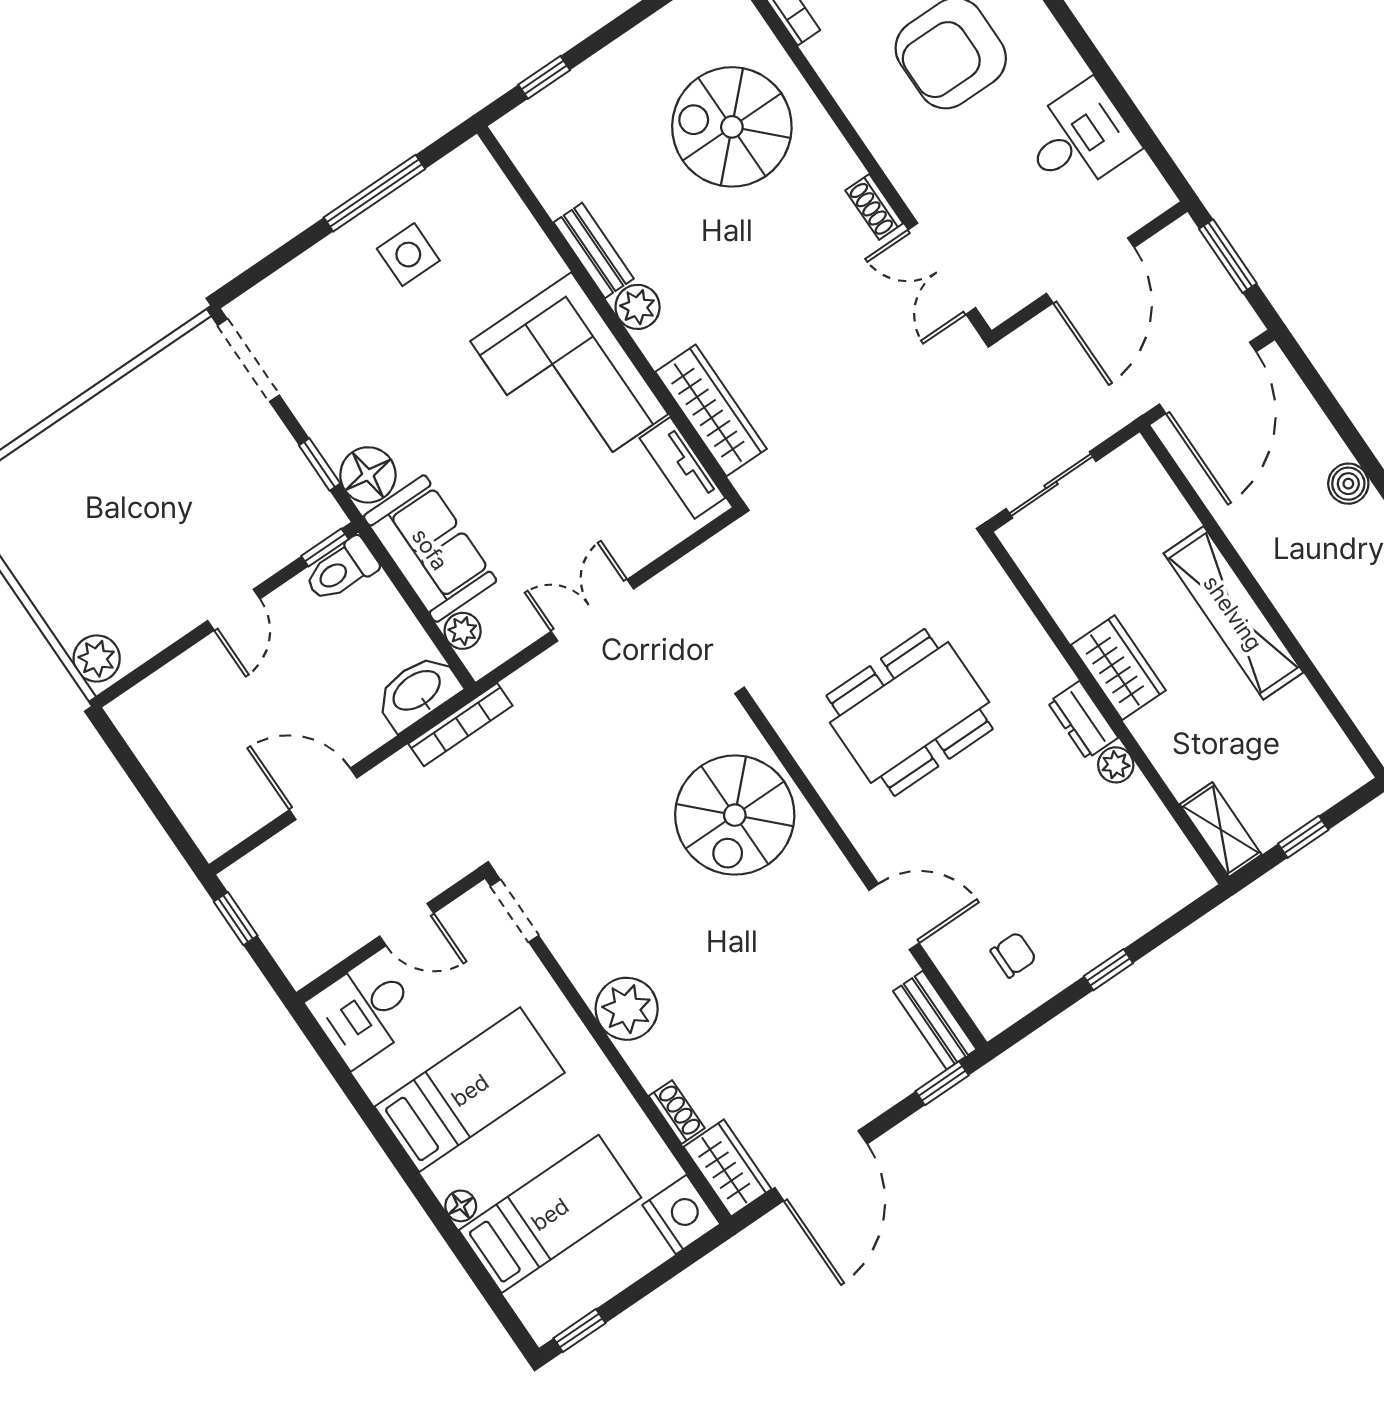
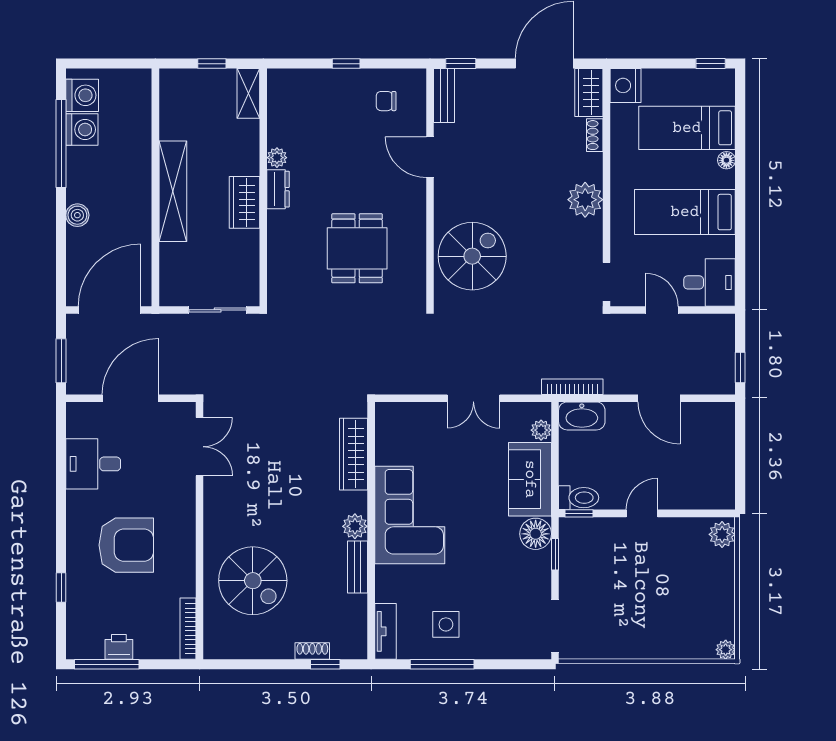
shoe rack: (874, 207) -> (312, 651), moved, turned -90
tv unit: (682, 468) -> (385, 631), moved
dining table: (910, 712) -> (357, 248), width x0.73

